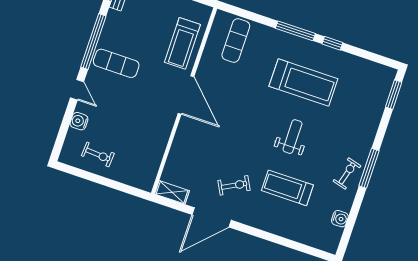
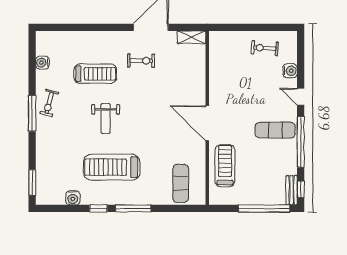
water cooler: (356, 64) -> (73, 198), added
exercise bike: (234, 185) -> (141, 61), turned -151

